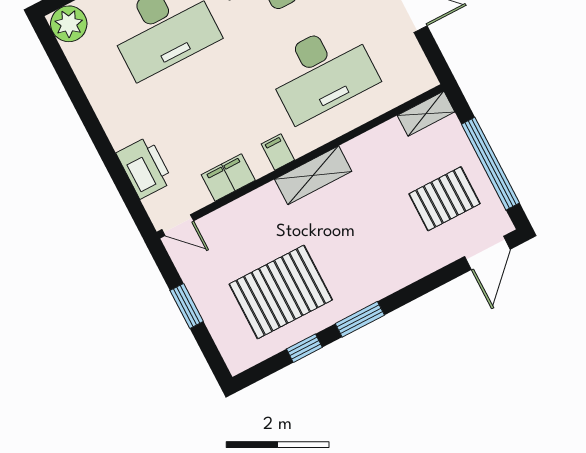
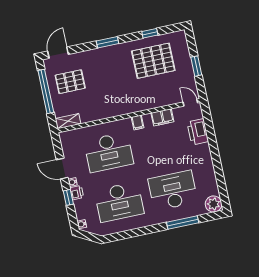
desk: (322, 72) -> (109, 152), turned 180
shelving: (313, 175) -> (125, 108), removed
window: (360, 319) -> (107, 42), moved

